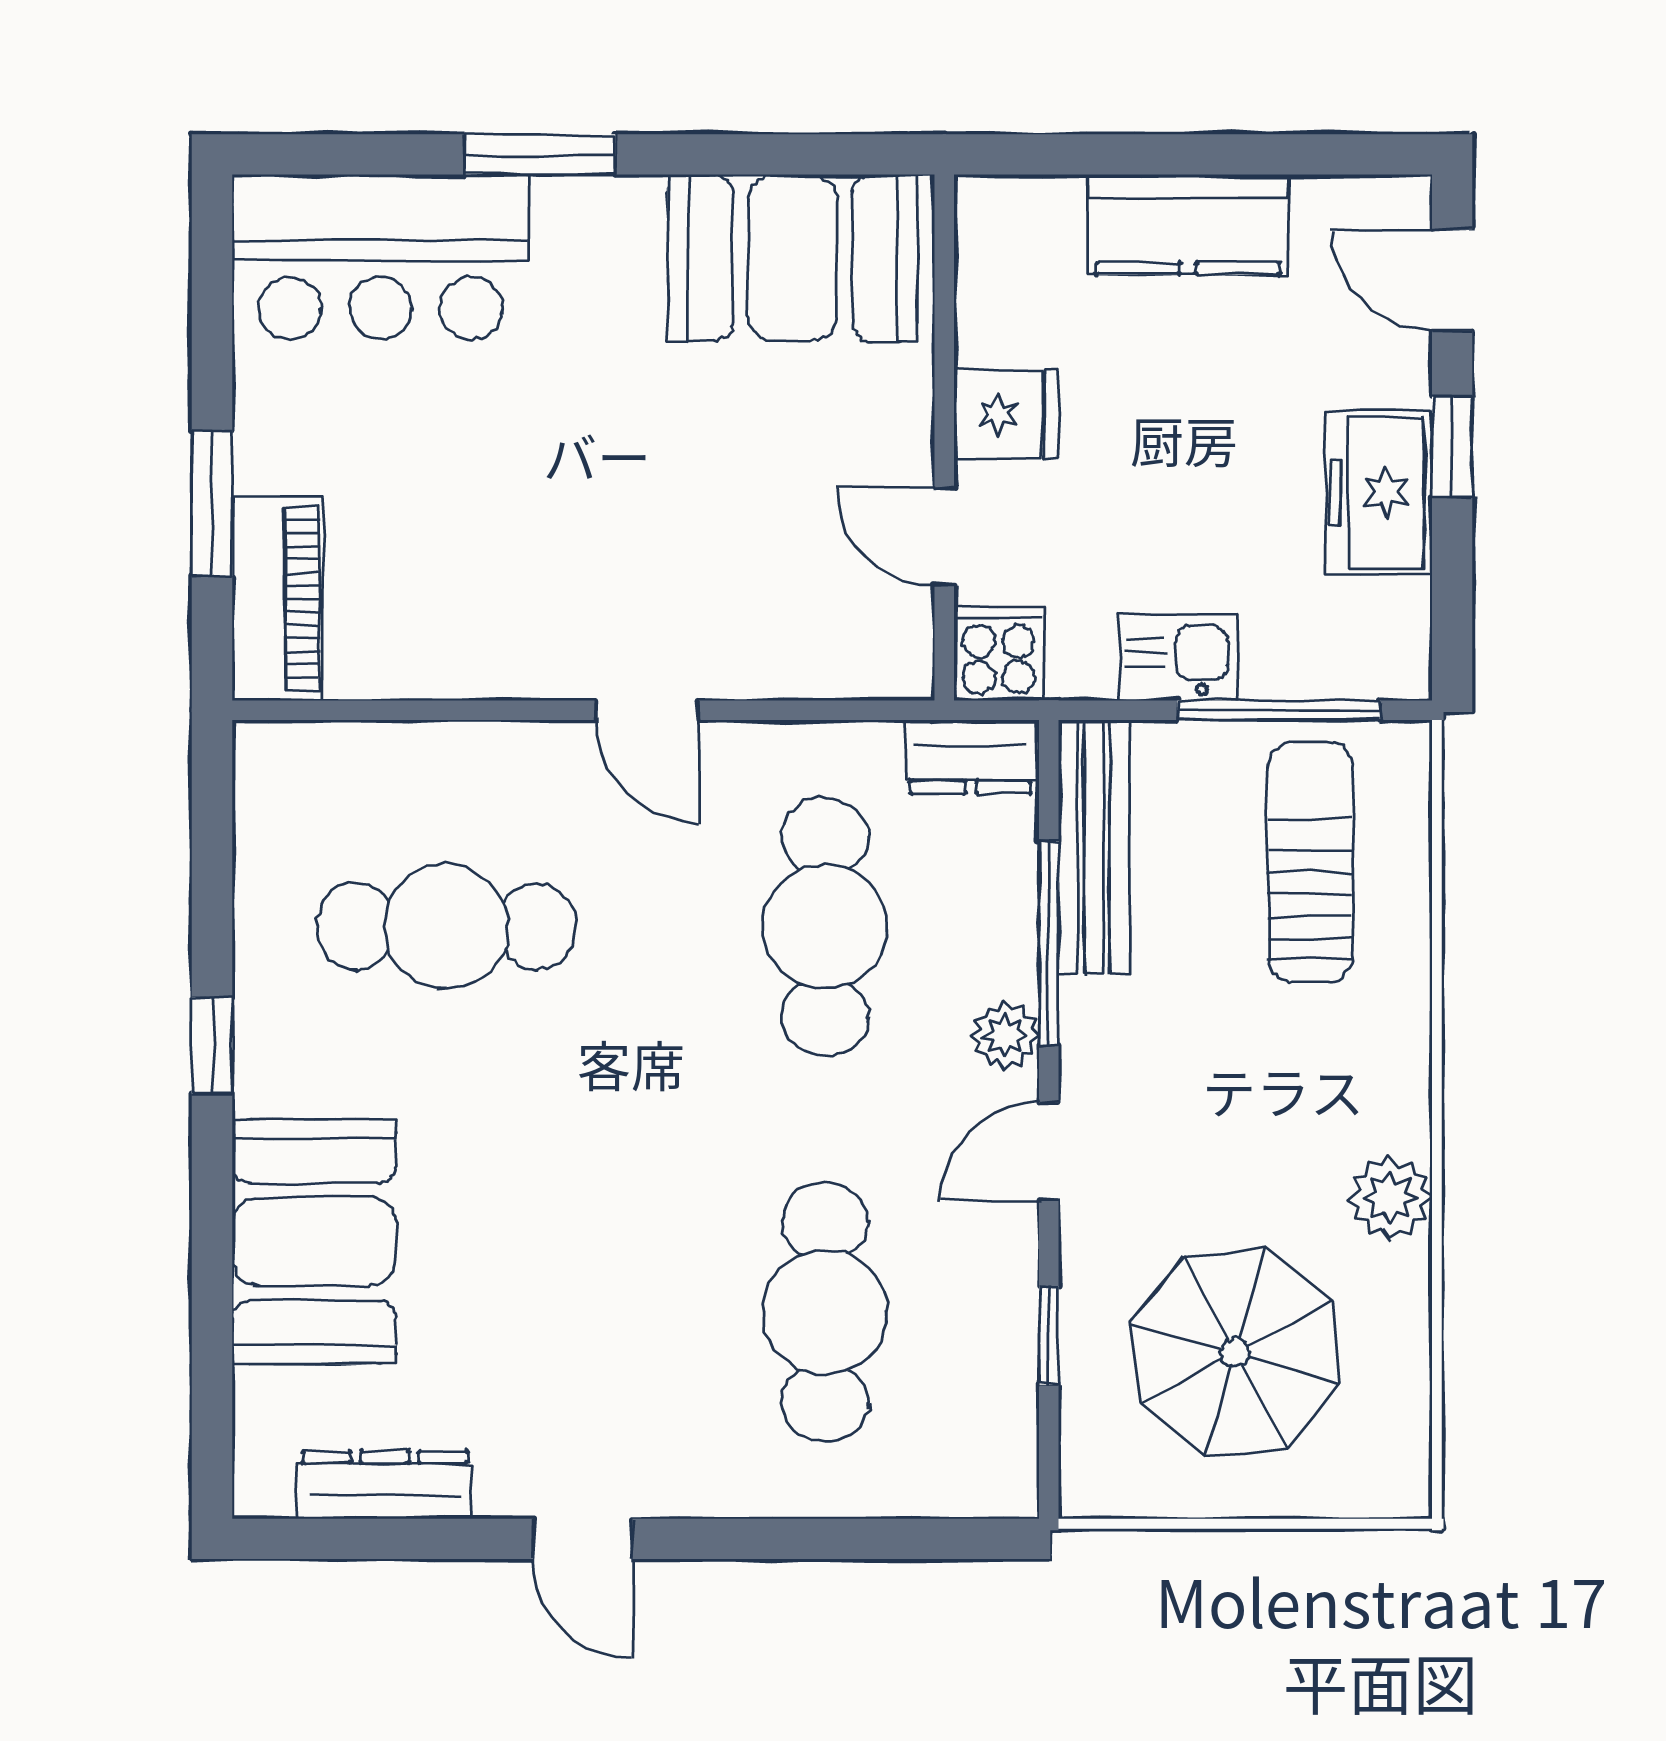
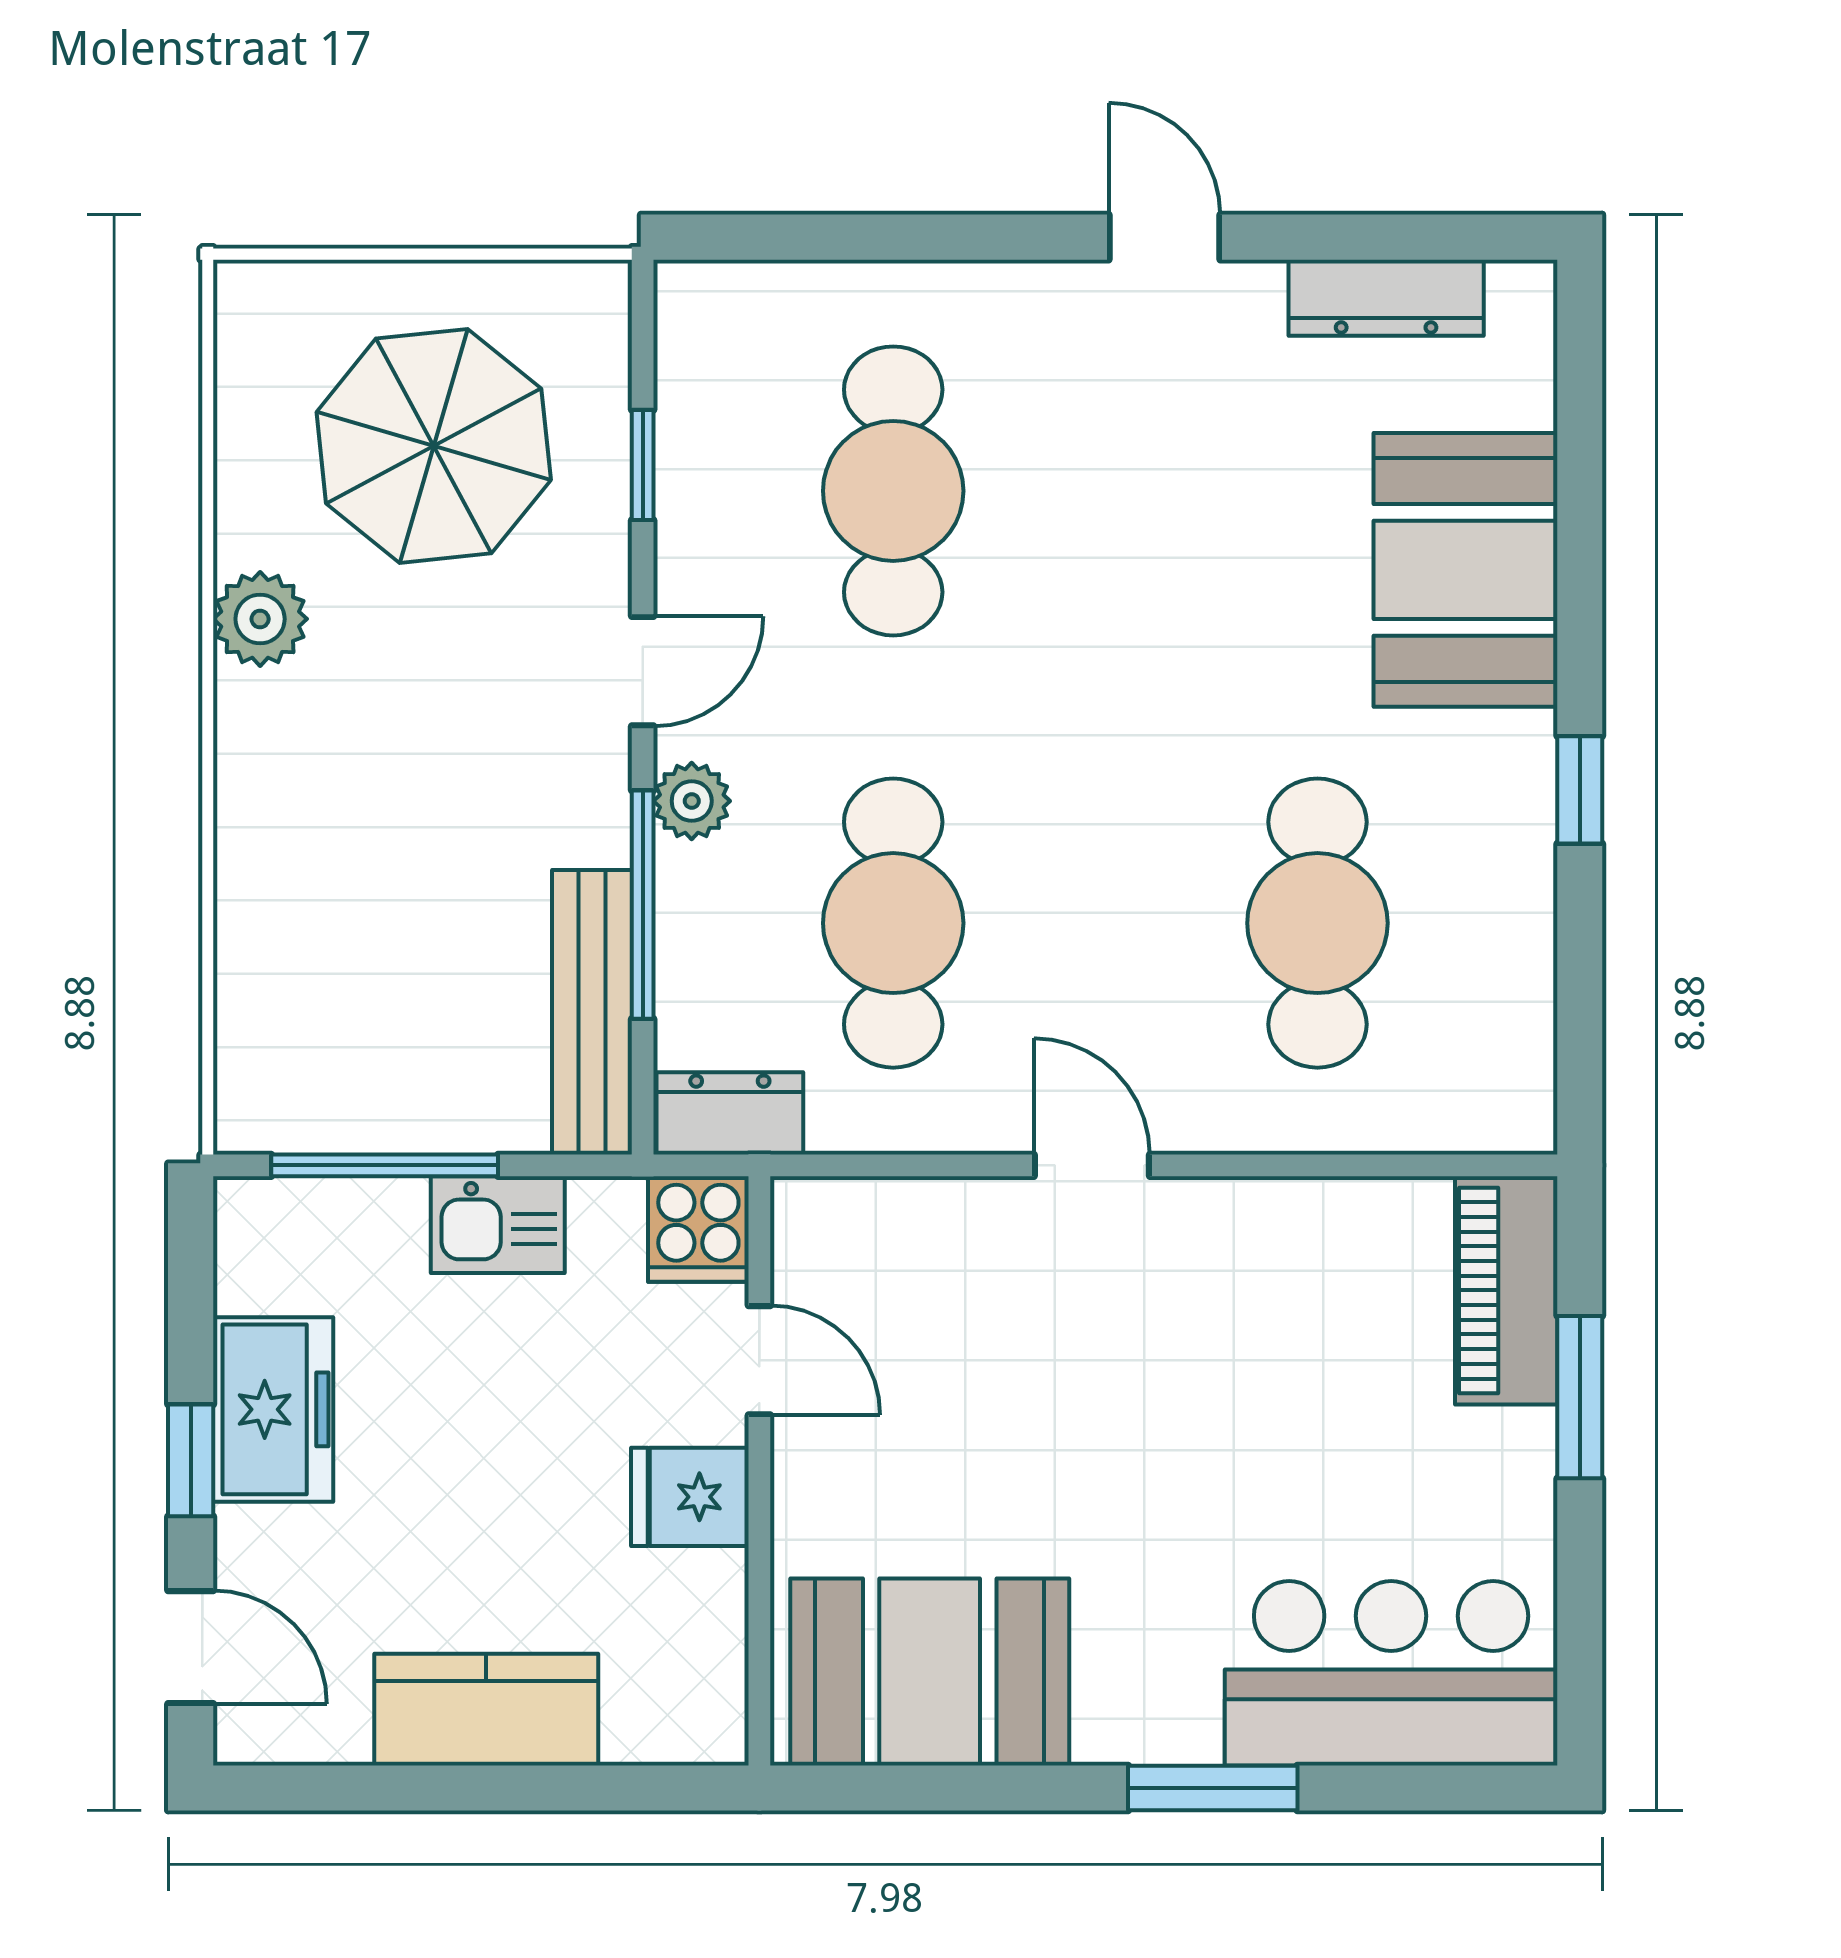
sun lounger: (1310, 862) -> (350, 995), removed
cafe table: (446, 927) -> (1317, 923), turned 90

